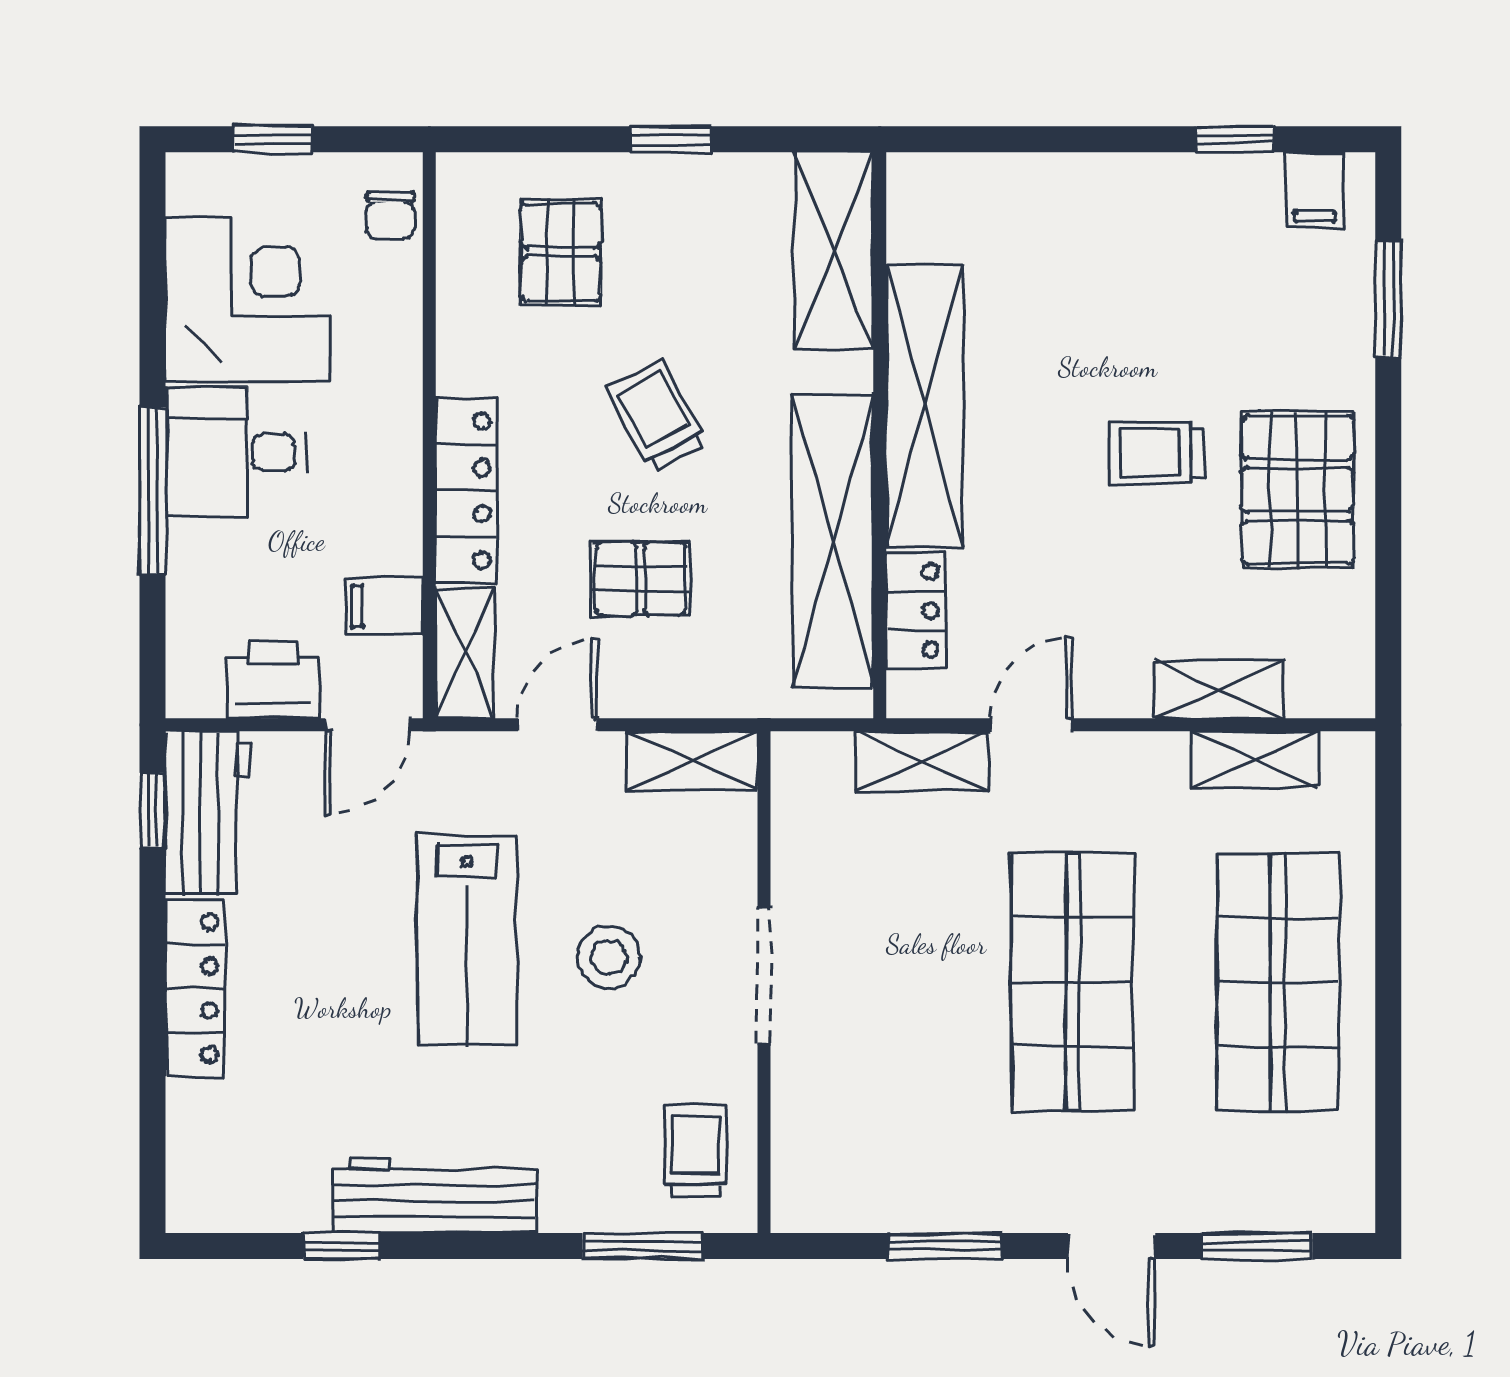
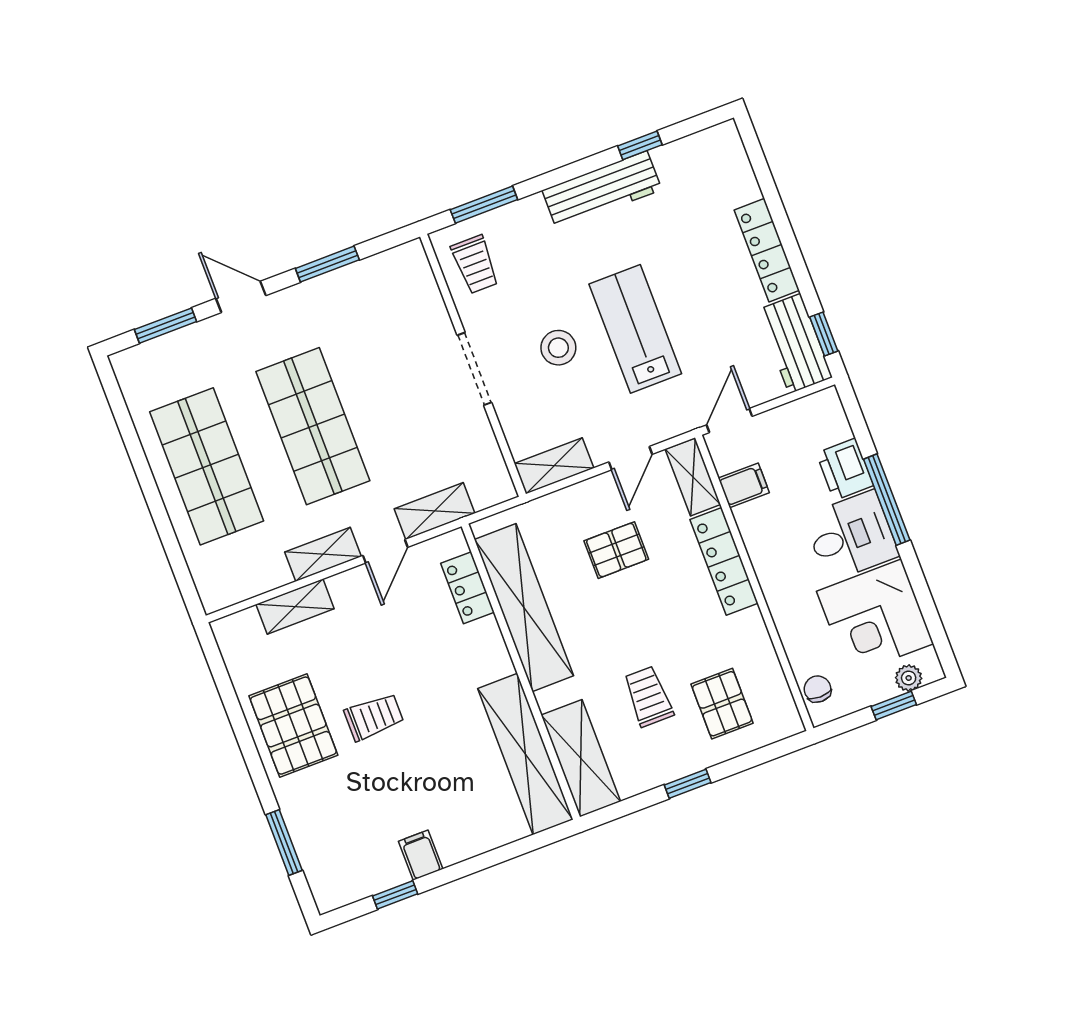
plant: (230, 176) -> (909, 678), added
filing cabinet: (1315, 190) -> (421, 855), moved
shelving: (925, 406) -> (525, 754), moved
trolley: (657, 416) -> (648, 696), moved, turned -152
printer: (273, 680) -> (845, 469), moved, turned 90
shelving: (1256, 760) -> (323, 554), moved

